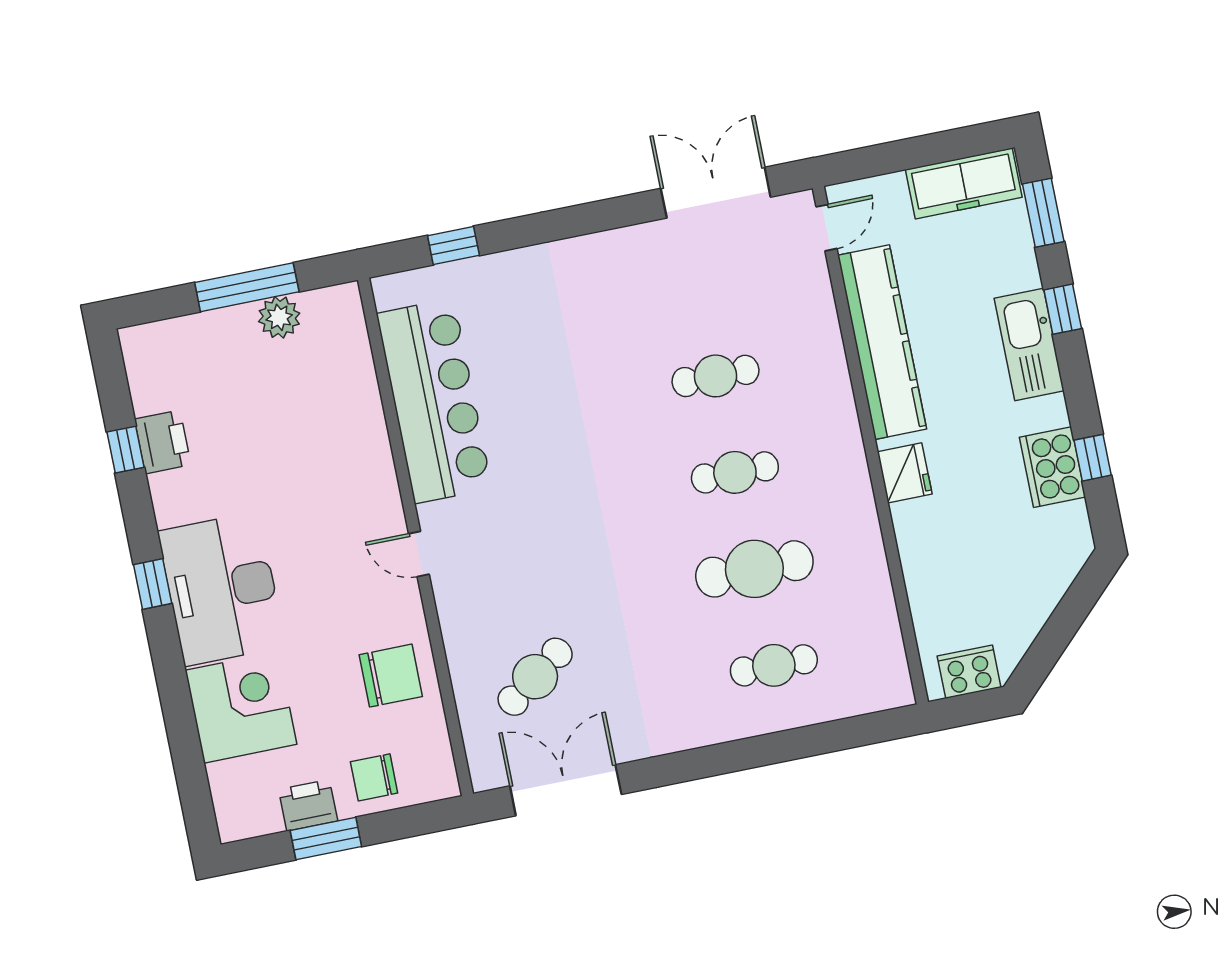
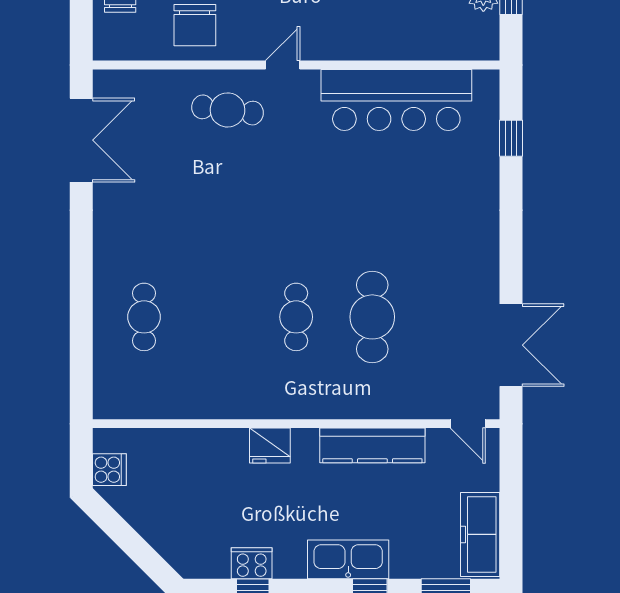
kitchen counter: (882, 342) -> (372, 445), width x0.72, depth x0.86
cafe table: (715, 376) -> (372, 317), width x1.37, depth x1.35
cooker: (1052, 467) -> (252, 563), width x0.73, depth x0.76
cafe table: (754, 569) -> (220, 317), removed
cooker: (969, 672) -> (109, 470), width x0.73
cafe table: (535, 677) -> (228, 110), moved, turned -47

